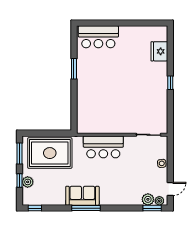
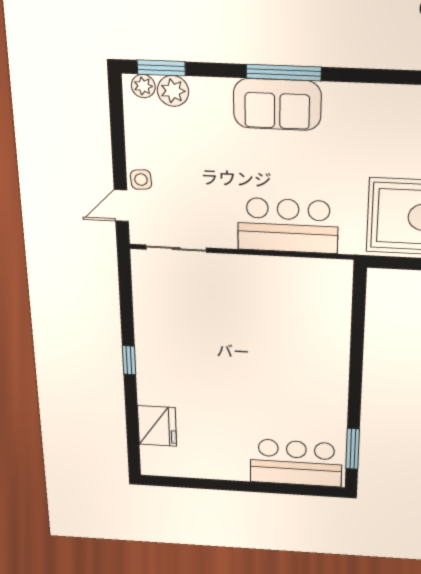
window: (74, 69) -> (353, 449), moved
door: (170, 189) -> (121, 206), moved
sofa: (82, 196) -> (277, 104), moved
window: (86, 208) -> (284, 73), moved

